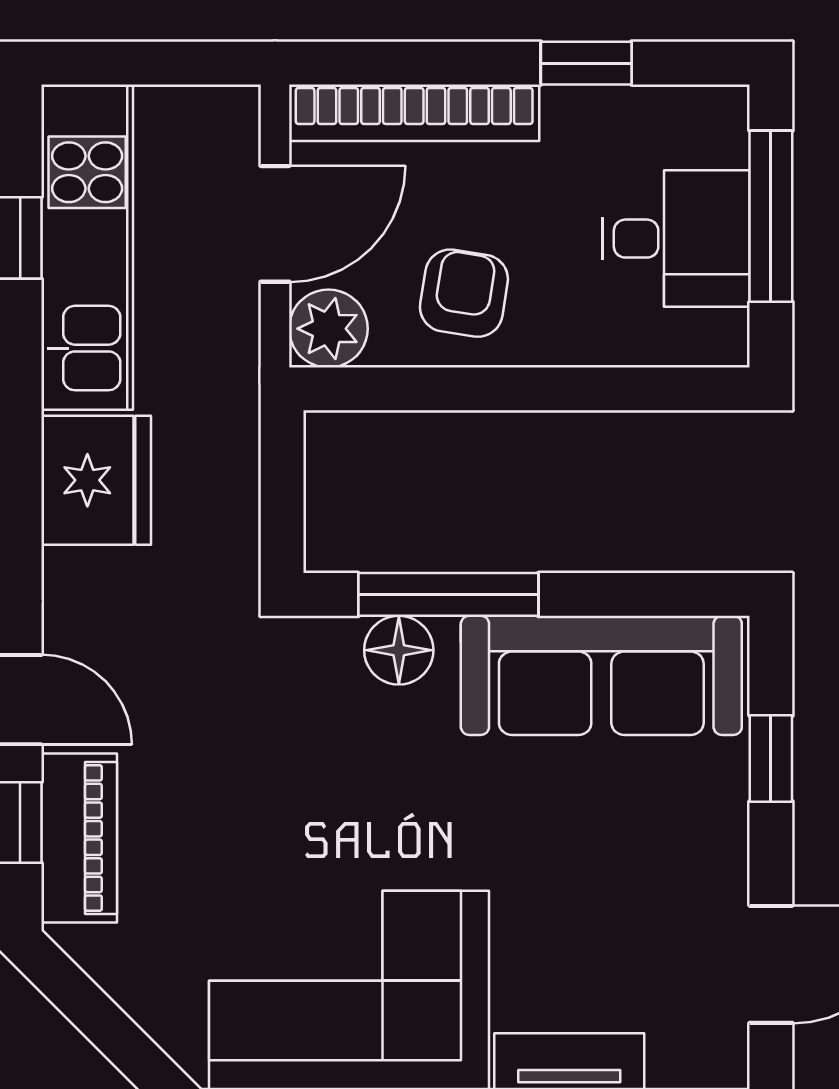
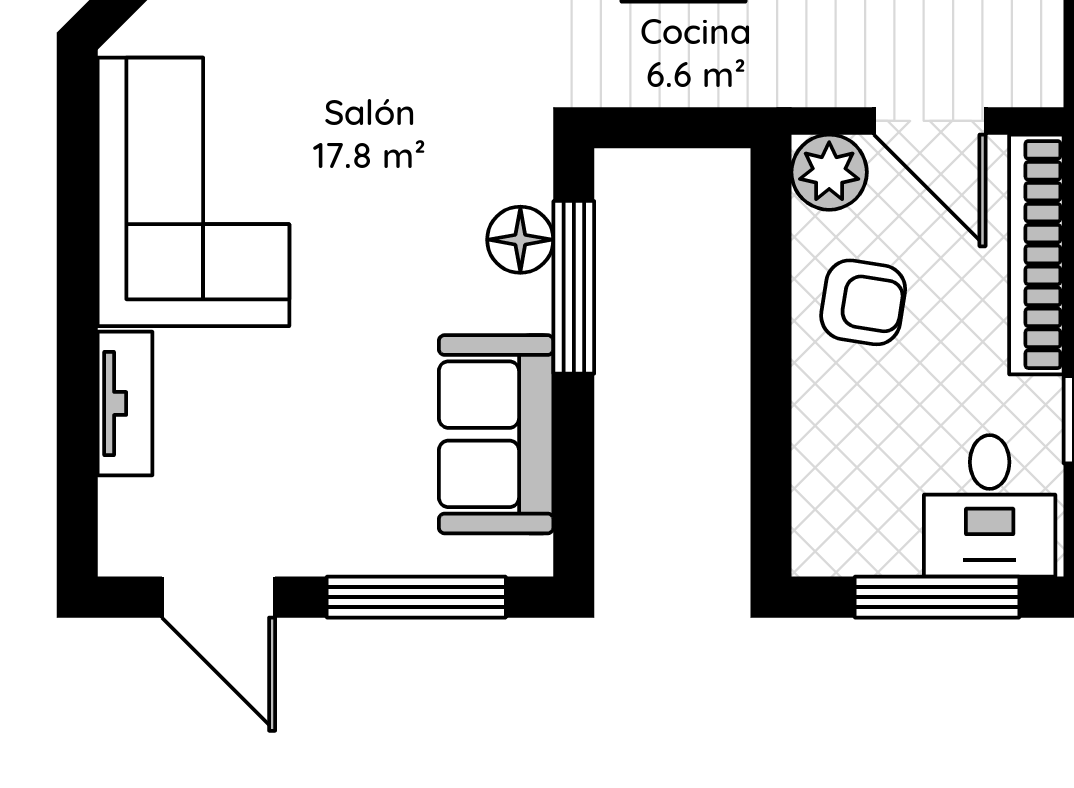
desk: (676, 239) -> (990, 506), moved
sofa: (601, 675) -> (496, 434), width x0.73
window: (771, 759) -> (416, 597), width x2.17

